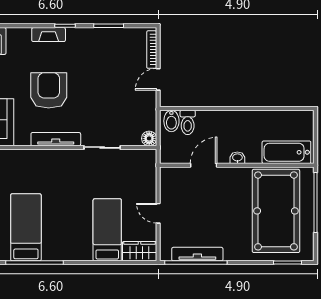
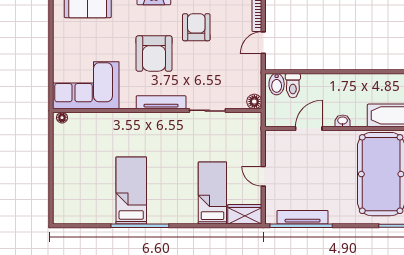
armchair: (91, 64) -> (196, 27), added
armchair: (49, 90) -> (154, 53), turned 180

